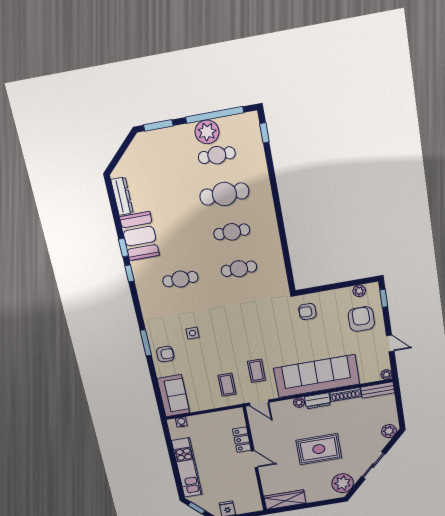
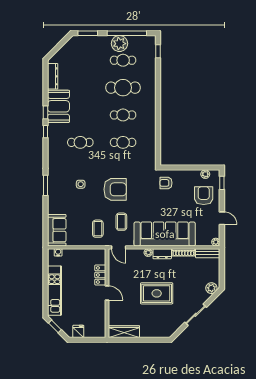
armchair: (165, 354) -> (115, 189), moved, width x1.88, depth x1.88
plant: (343, 483) -> (170, 325), removed

